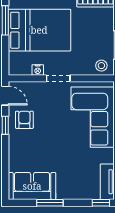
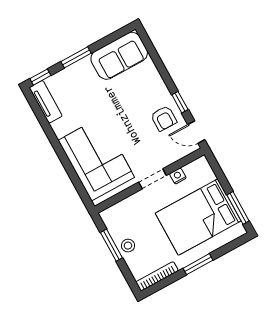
stool: (101, 66) -> (128, 246), moved
window: (50, 203) -> (76, 57), moved

